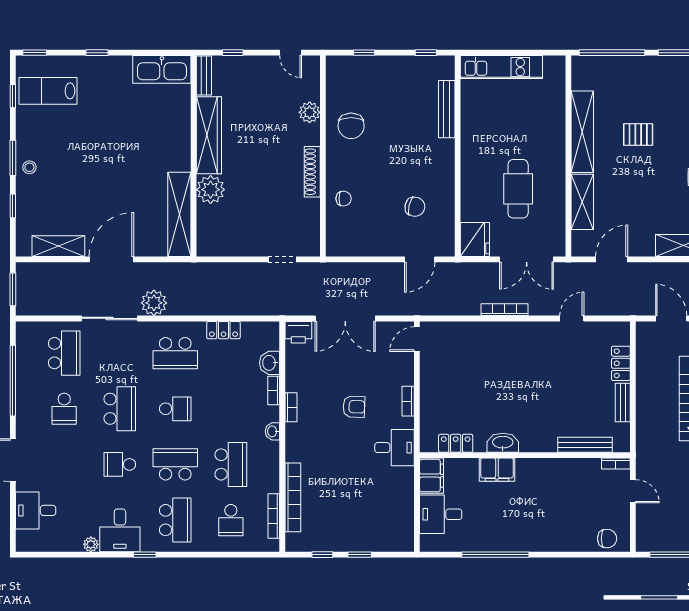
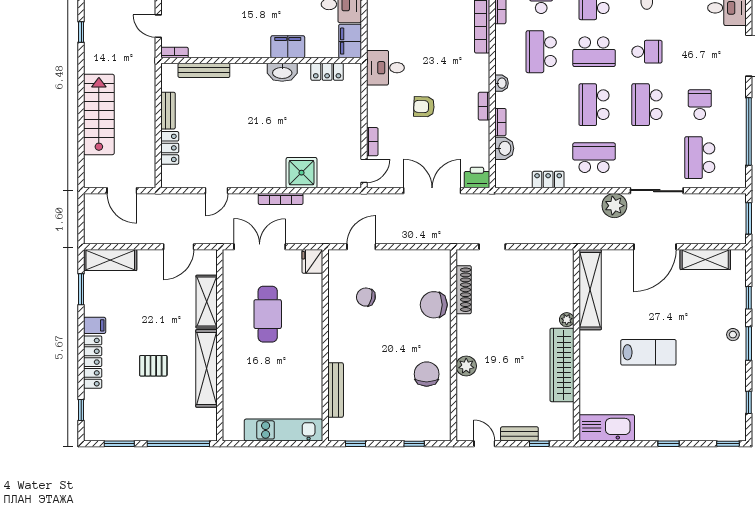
bench: (204, 75) -> (519, 434), moved, turned 90
lab bench: (48, 91) -> (648, 352), moved
plant: (310, 112) -> (466, 366), moved
shoe rack: (312, 172) -> (464, 290), moved
plant: (211, 190) -> (567, 320), width x0.53, depth x0.53
chair: (344, 199) -> (434, 305), width x1.87, depth x1.87
fridge: (475, 240) -> (312, 261), width x0.73, depth x0.75
shower: (483, 337) -> (301, 173), added
bookcase: (408, 401) -> (372, 142), moved
school desk: (175, 409) -> (594, 105), width x1.85

